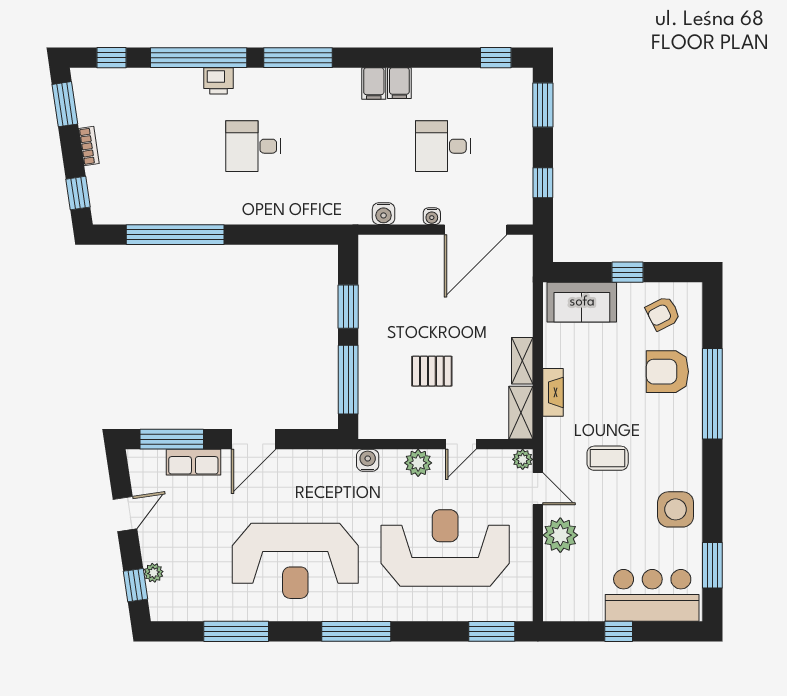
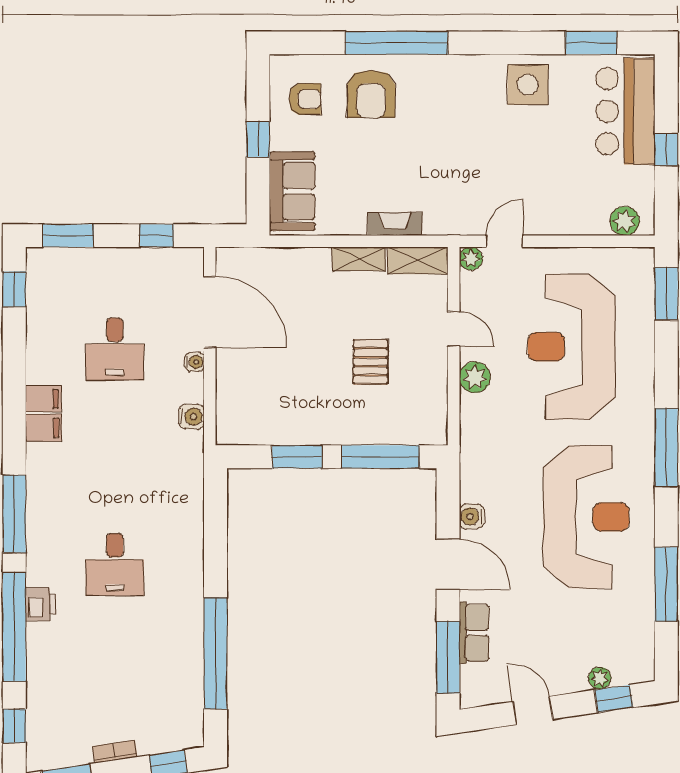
armchair: (663, 313) -> (305, 99), turned -63
coffee table: (608, 458) -> (469, 162), removed
water cooler: (368, 460) -> (472, 516), moved
plant: (560, 535) -> (625, 221), moved, width x0.73, depth x0.73

